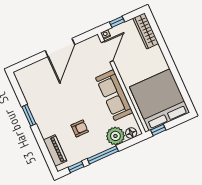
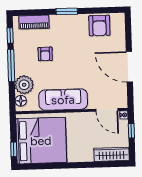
armchair: (34, 90) -> (99, 26), added
window: (29, 115) -> (67, 11), moved
window: (158, 130) -> (14, 149), moved

